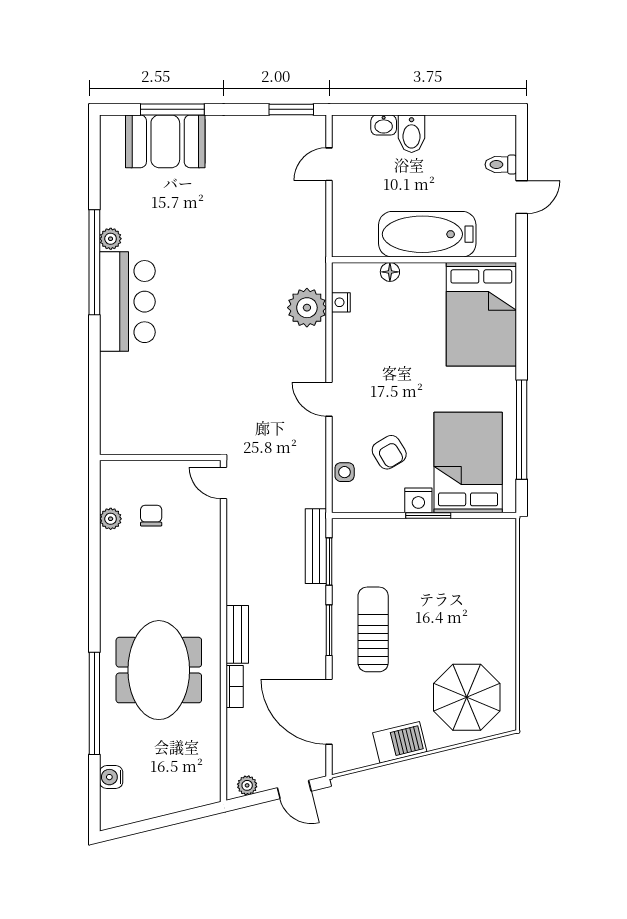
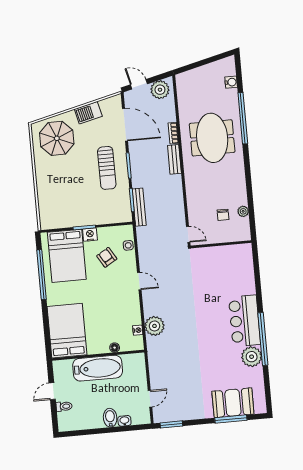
plant: (111, 239) -> (252, 357), width x1.88, depth x1.88
plant: (247, 785) -> (160, 90), width x1.88, depth x1.88

